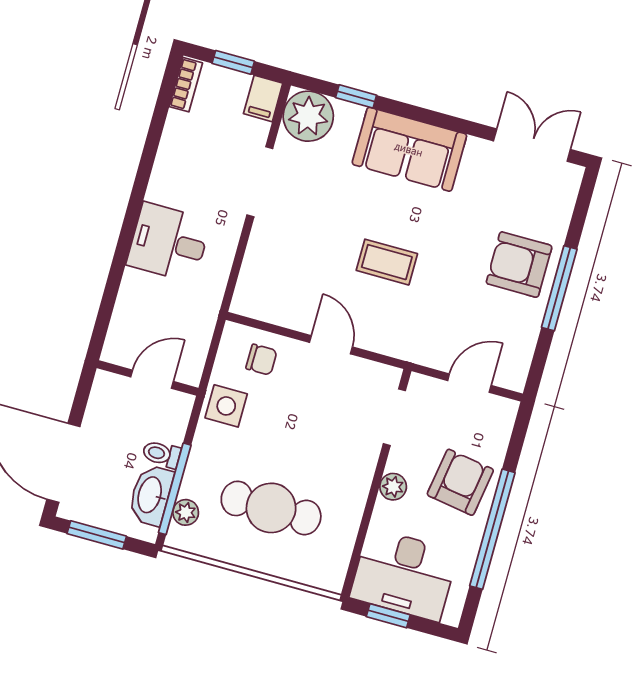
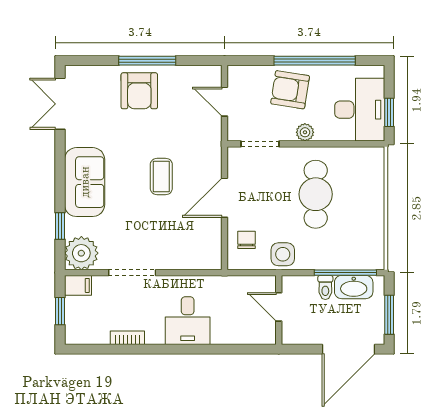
bookcase: (186, 85) -> (127, 338), moved
door: (331, 345) -> (225, 198), width x1.37
cafe table: (271, 508) -> (316, 194), moved
plant: (186, 512) -> (359, 261), removed

